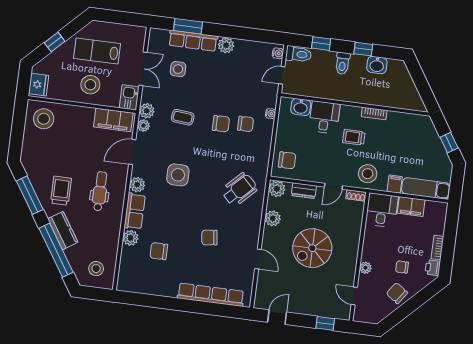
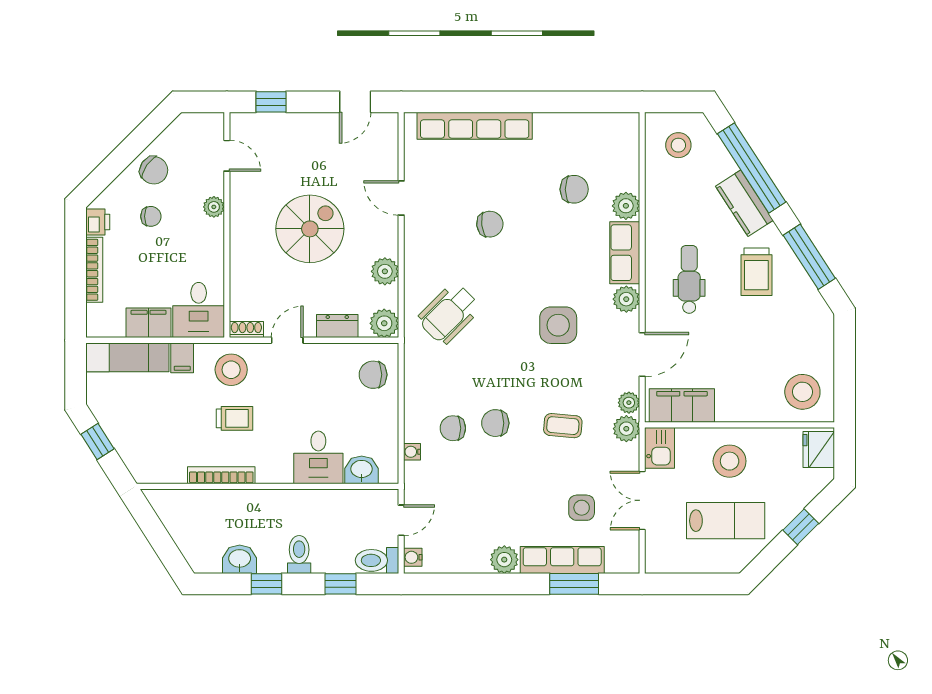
bookcase: (374, 113) -> (221, 475), width x1.56
trolley: (354, 137) -> (234, 418), moved
dental chair: (100, 191) -> (689, 279), turned 180
bookcase: (437, 247) -> (94, 270), width x1.56

